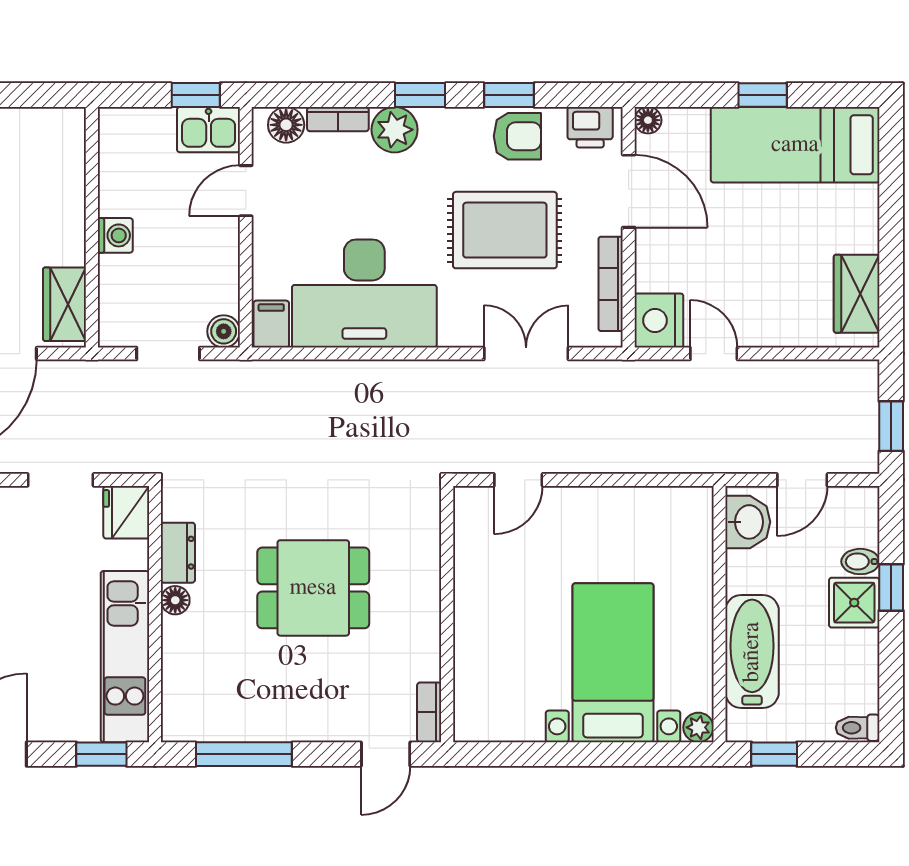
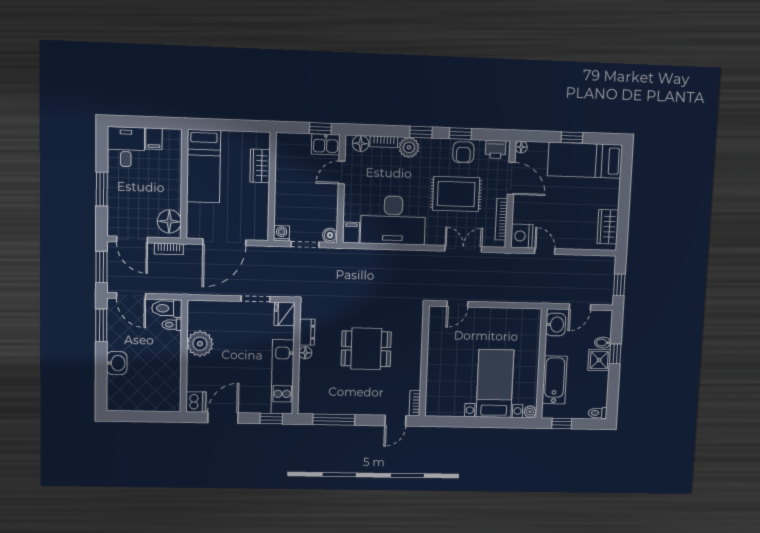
armchair: (517, 136) -> (463, 152), turned 90
washing machine: (115, 235) -> (281, 233), moved, turned -90
wardrobe: (65, 304) -> (260, 166), moved

